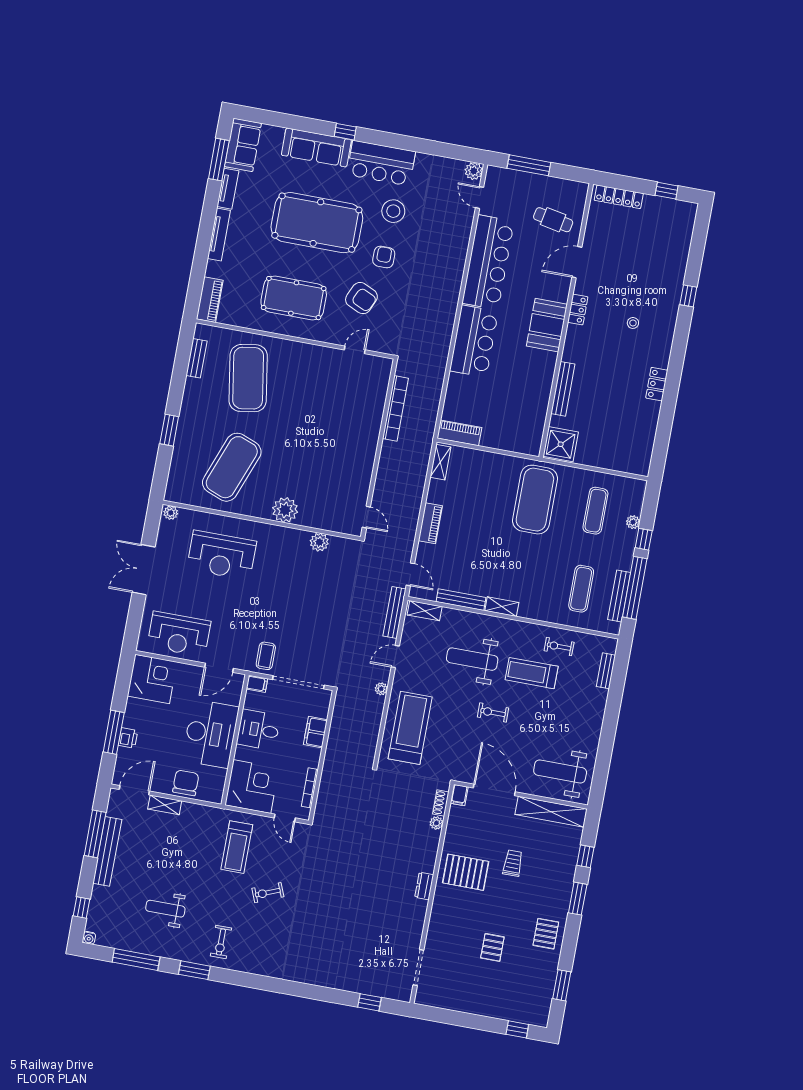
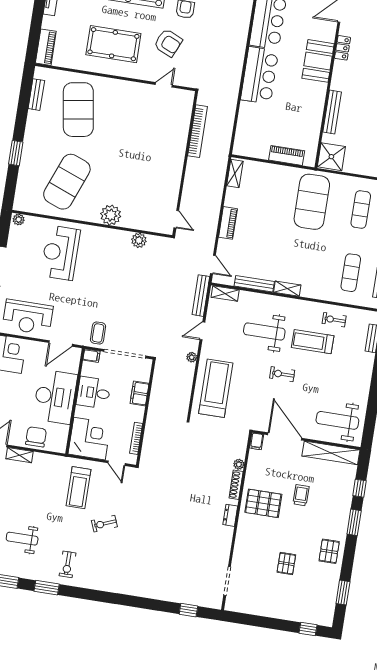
piano: (459, 433) -> (287, 155), moved
reception desk: (222, 555) -> (60, 253), turned 90
shoe rack: (441, 803) -> (236, 485), moved, width x1.43

